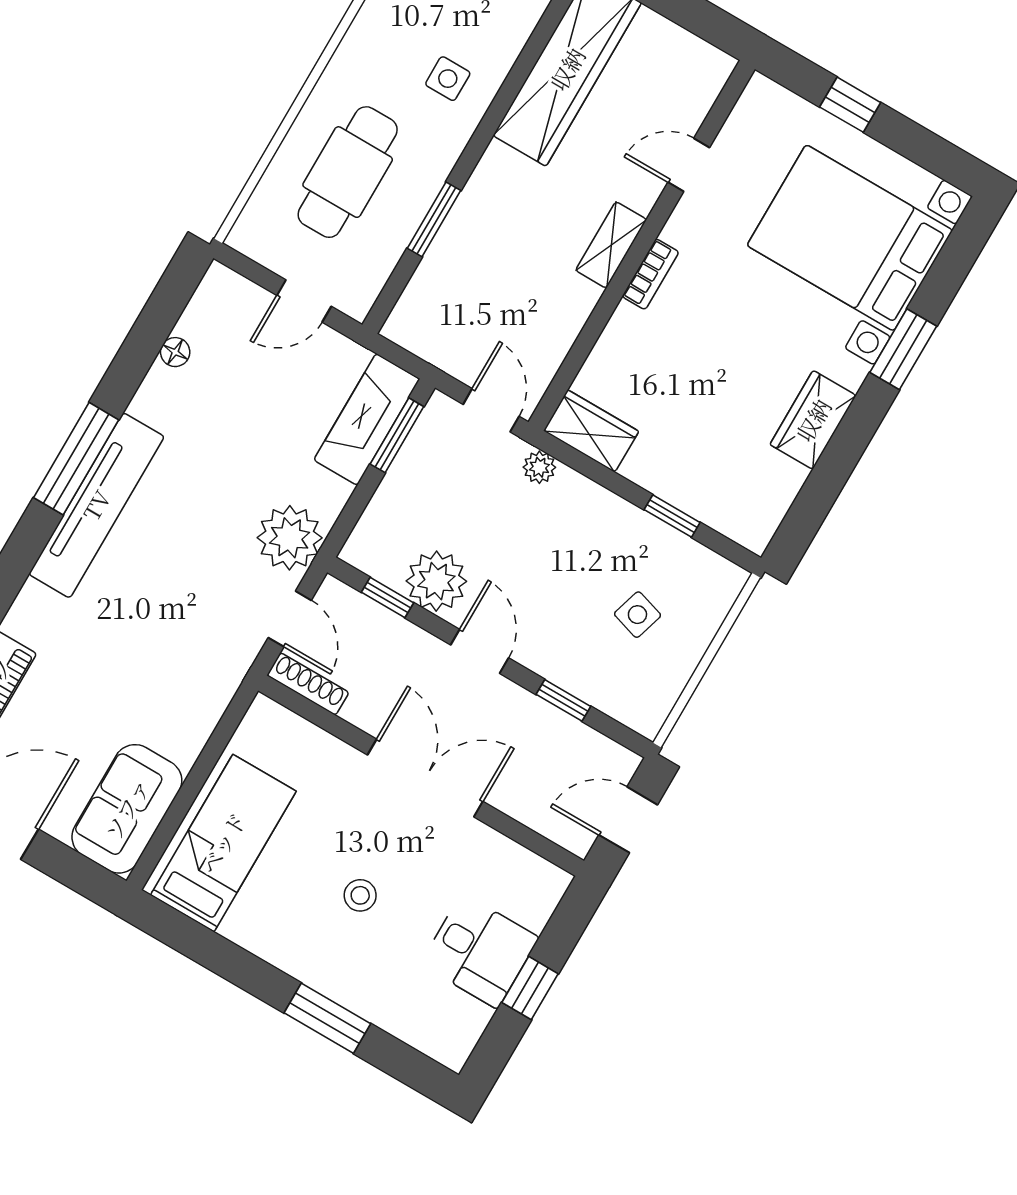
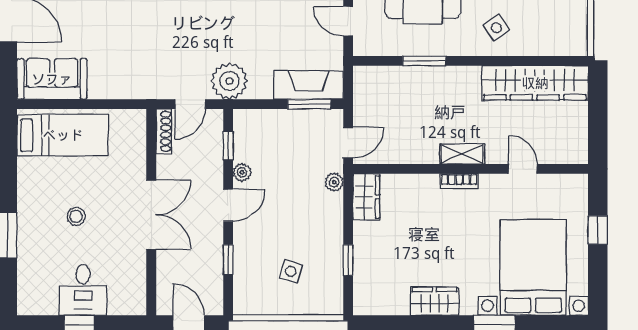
side table: (448, 79) -> (496, 28), turned -35
plant: (436, 581) -> (242, 172), width x0.53, depth x0.53

